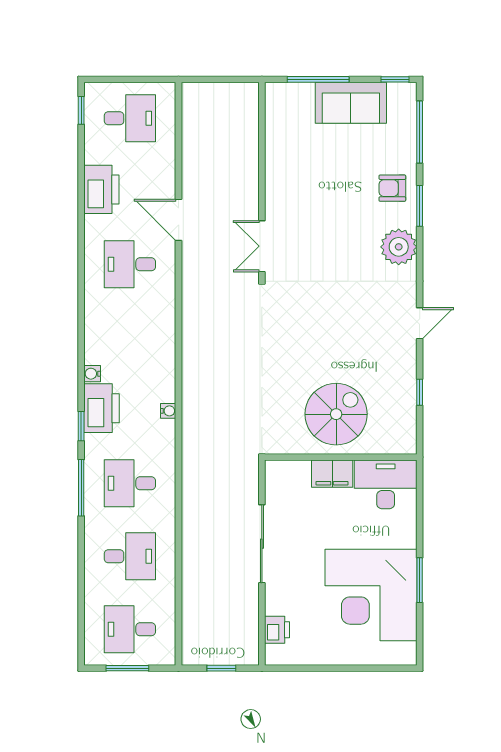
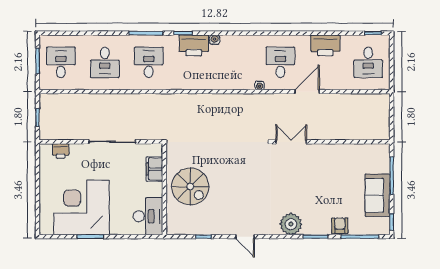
armchair: (392, 188) -> (340, 226), moved
water cooler: (168, 411) -> (260, 85), moved
filing cabinet: (332, 474) -> (154, 169), moved

